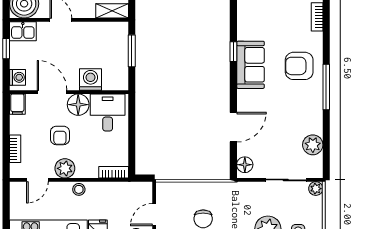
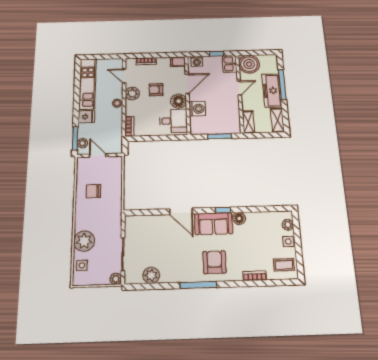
door: (233, 127) -> (181, 211), moved
floor lamp: (245, 165) -> (239, 218), moved

